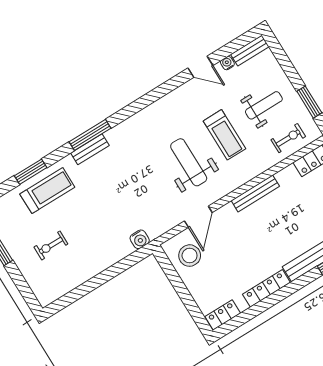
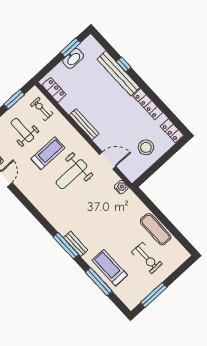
window: (31, 172) -> (99, 282), width x1.44
water cooler: (140, 239) -> (121, 187), moved
exercise bike: (51, 245) -> (147, 258), width x1.38, depth x1.39
stool: (190, 256) -> (146, 147), moved
exercise mat: (89, 265) -> (155, 229), added

